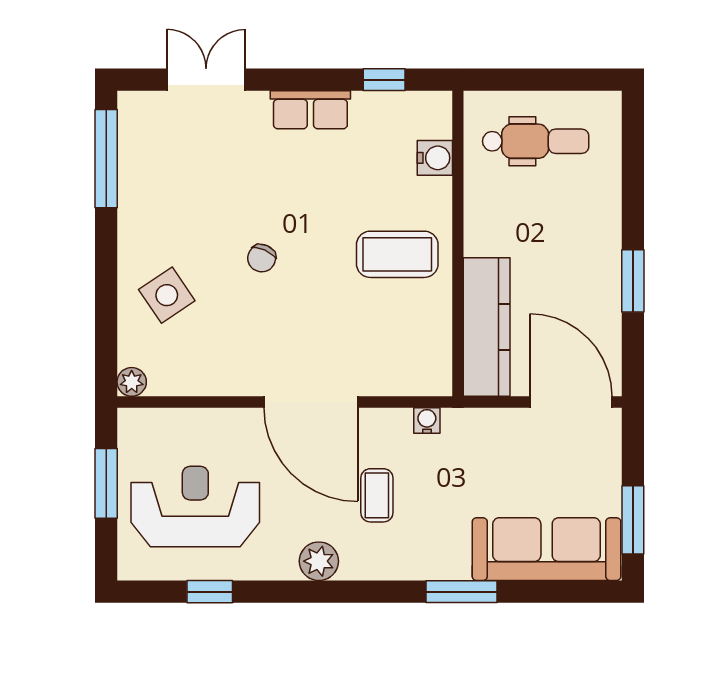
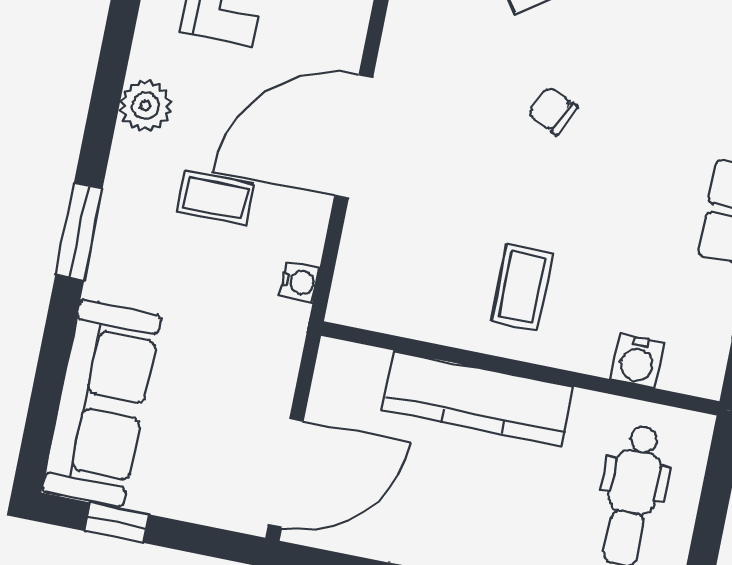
coffee table: (397, 254) -> (522, 287), width x0.73, depth x0.77
kitchen counter: (487, 327) -> (478, 398), moved
window: (633, 520) -> (117, 523), width x0.67
window: (461, 592) -> (79, 232), moved

